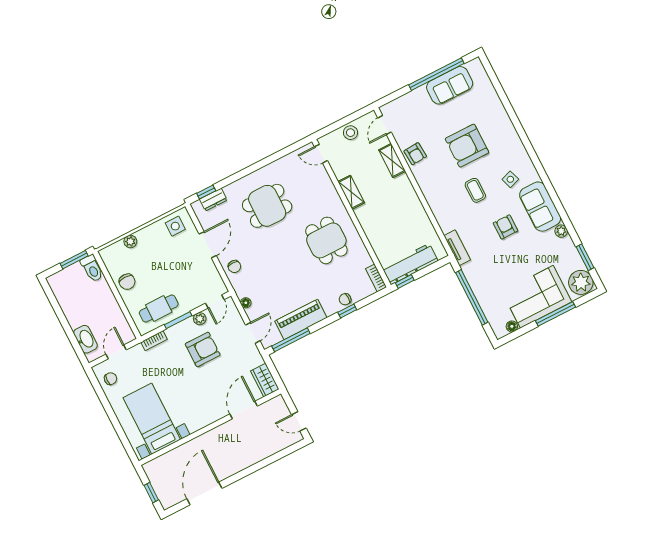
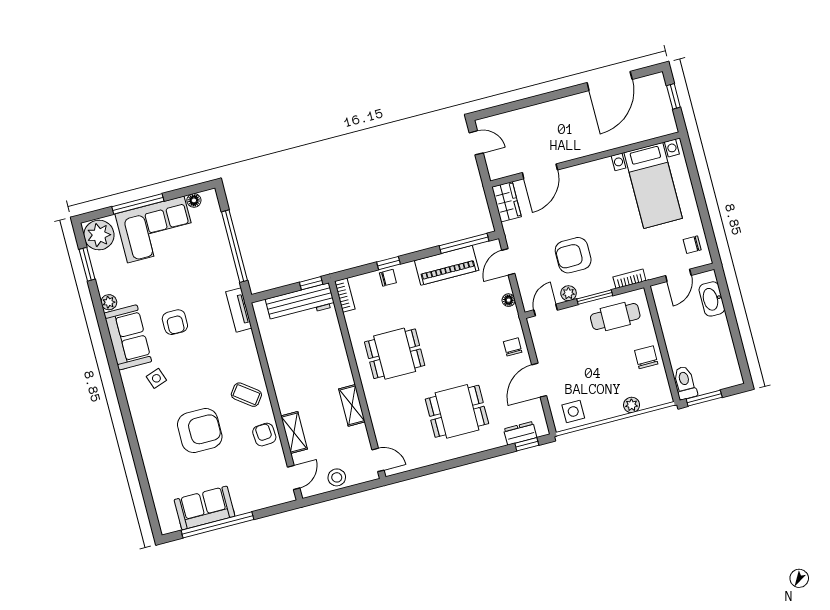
coffee table: (475, 190) -> (246, 395), moved, turned -53
dining table: (326, 240) -> (395, 354), turned 90

